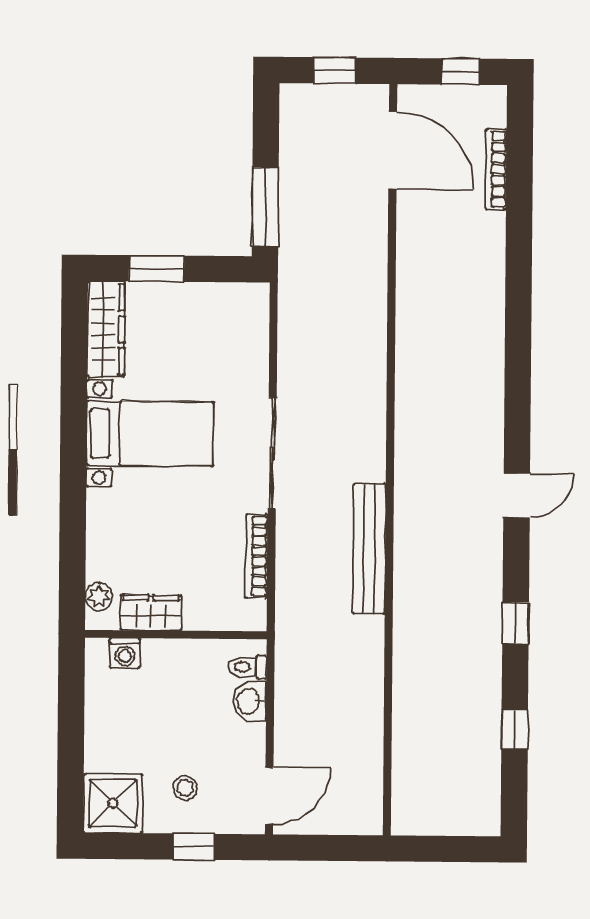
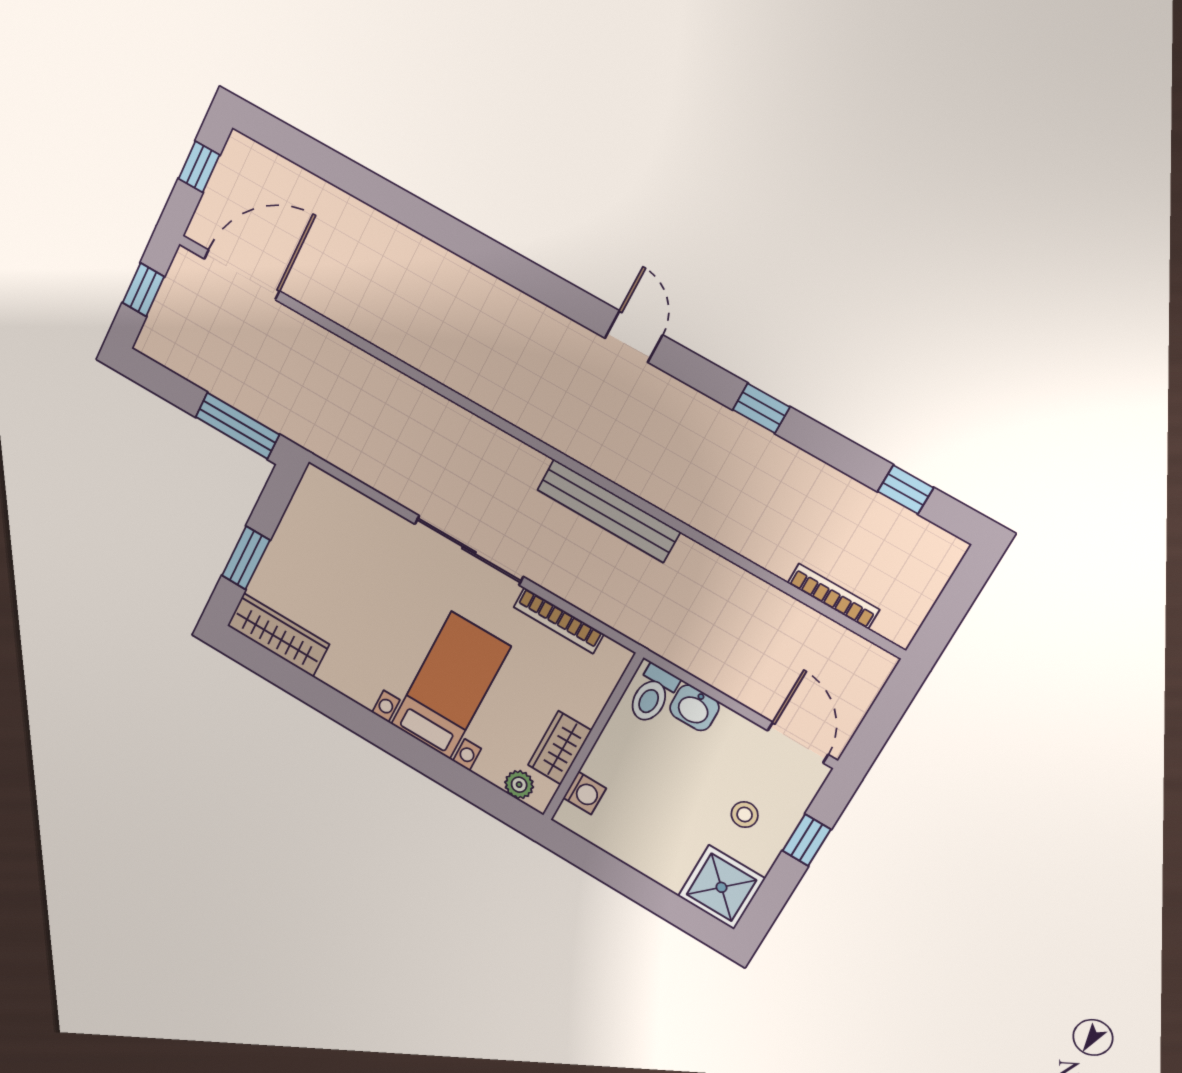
bookcase: (496, 169) -> (833, 596), moved, turned 180
bed with nightstands: (150, 434) -> (450, 686), moved
toilet: (248, 667) -> (652, 694), width x1.37, depth x1.39
window: (515, 730) -> (906, 490), moved

